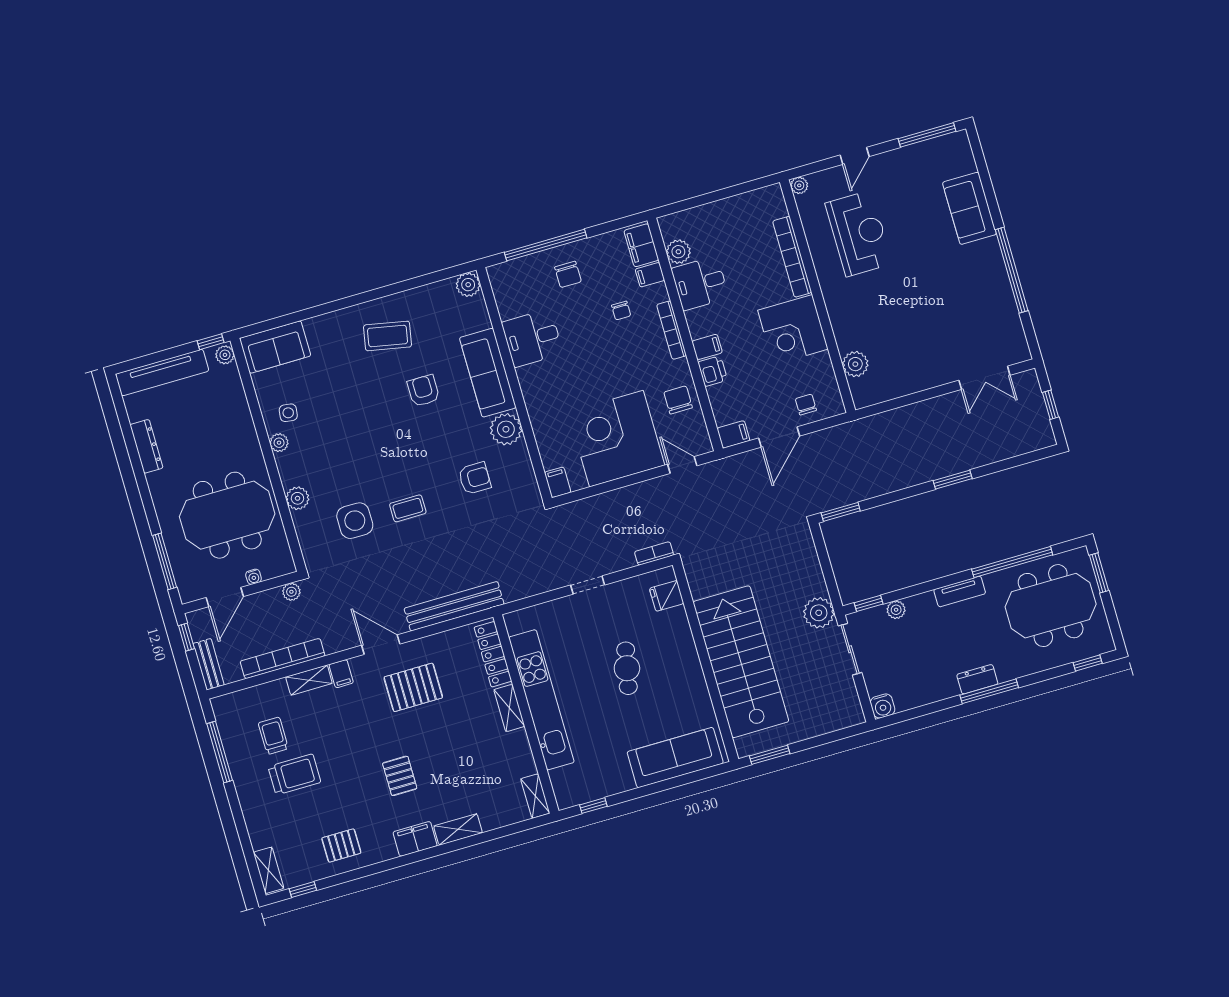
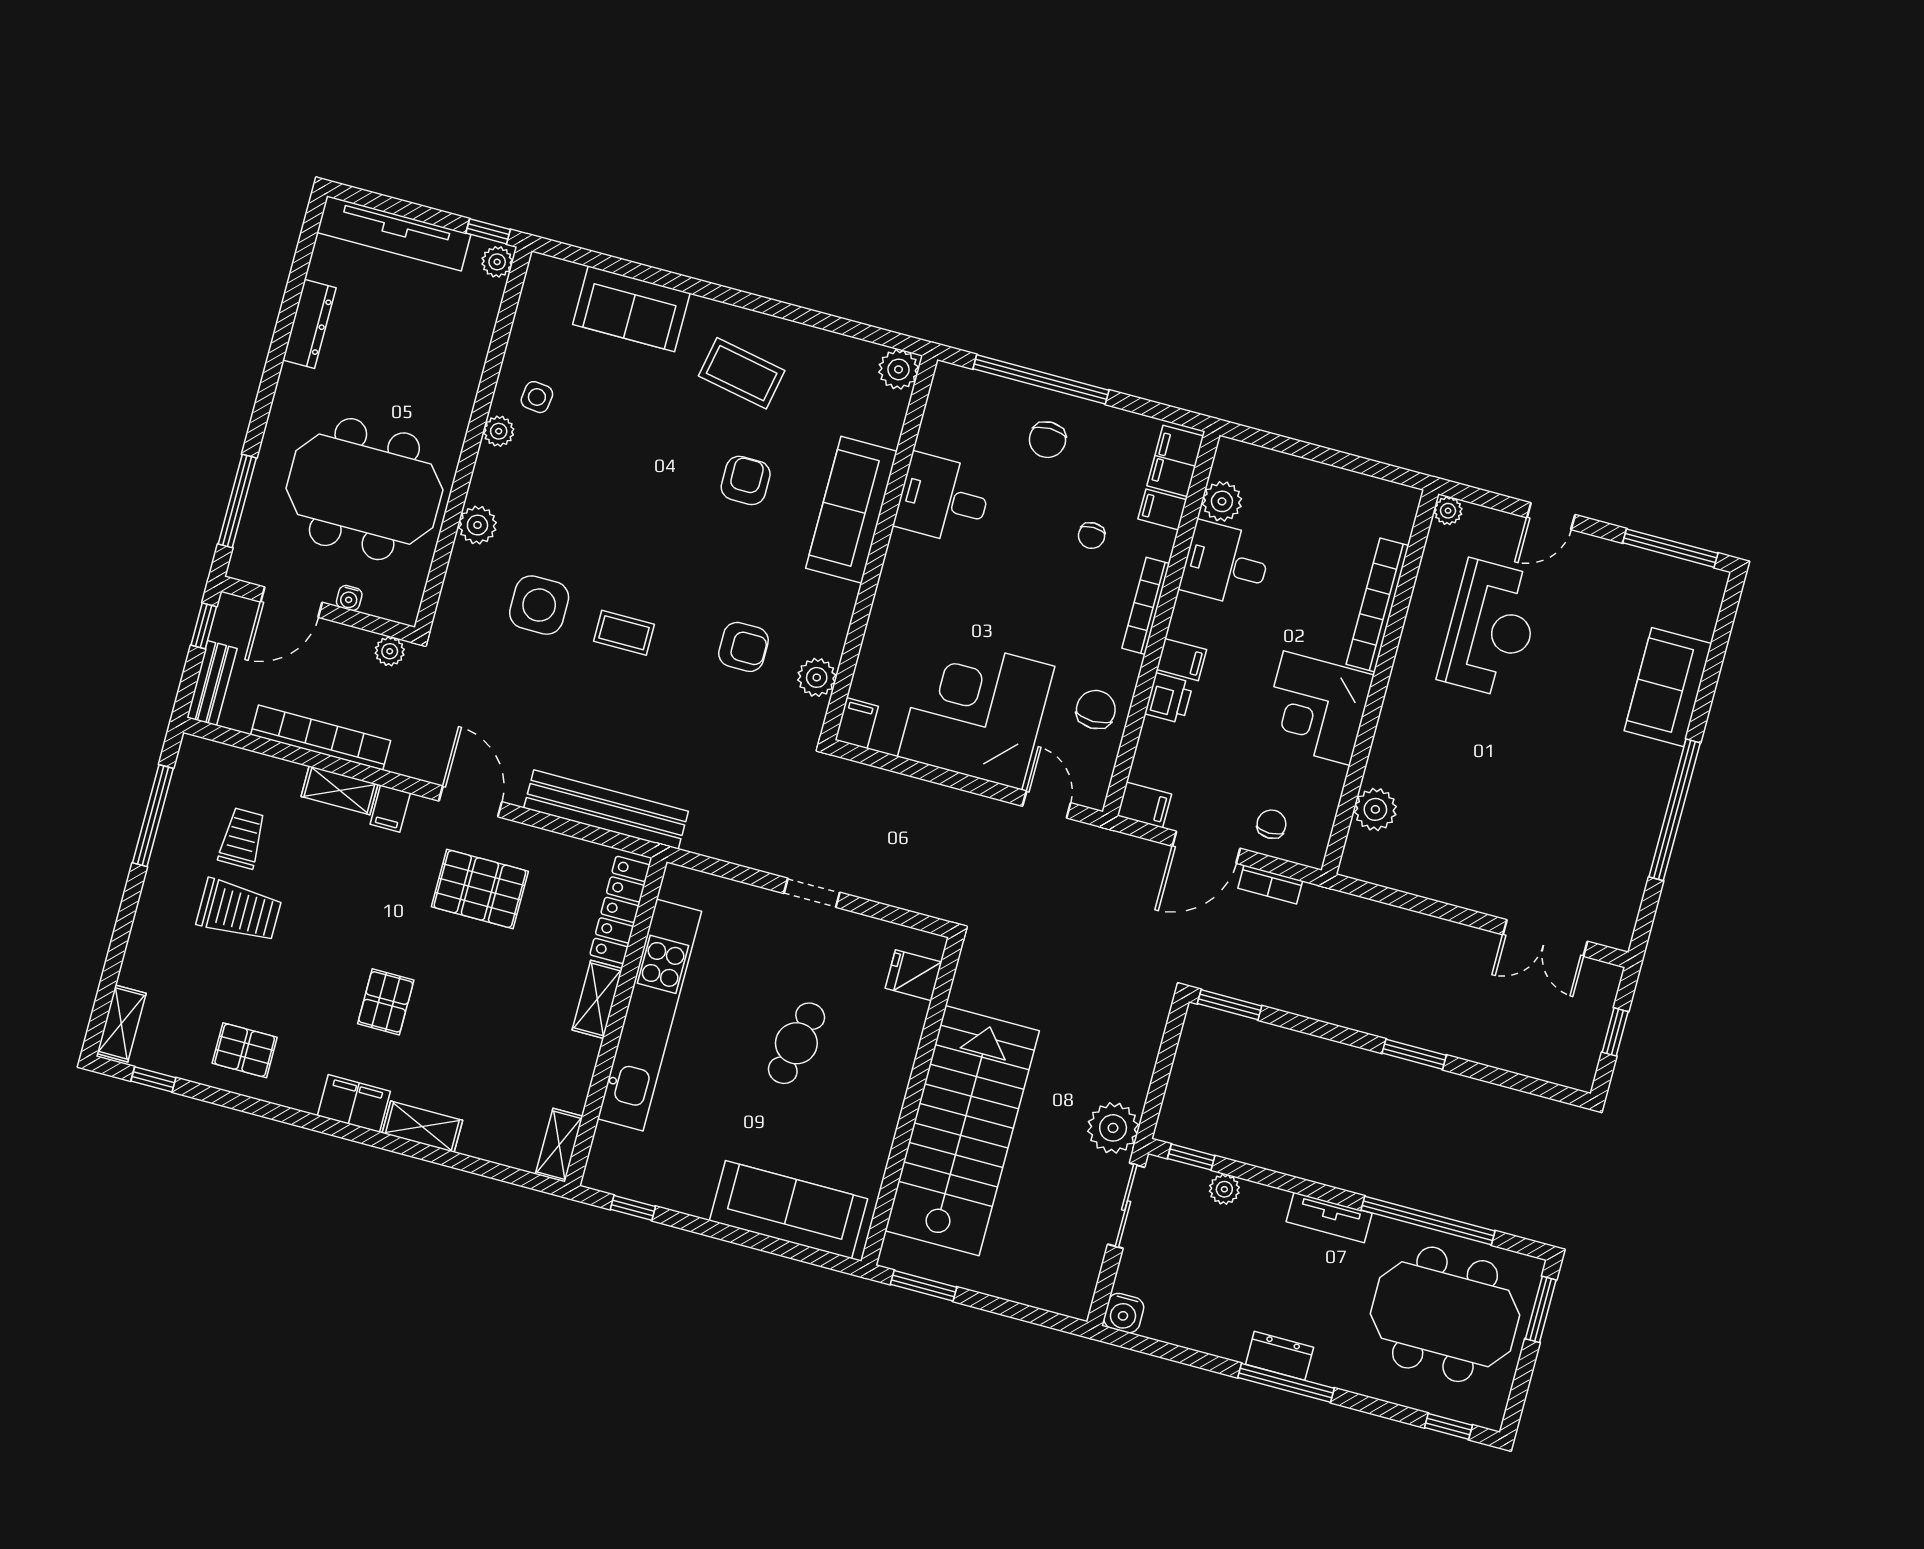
sofa: (275, 347) -> (631, 309), moved
plant: (506, 429) -> (817, 677), moved, width x0.73, depth x0.73
bookcase: (654, 553) -> (1270, 884), moved, turned 180

